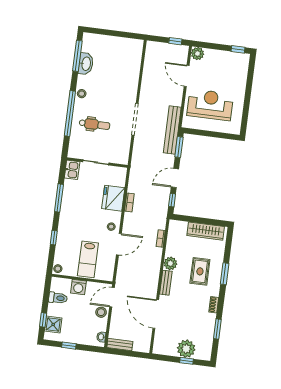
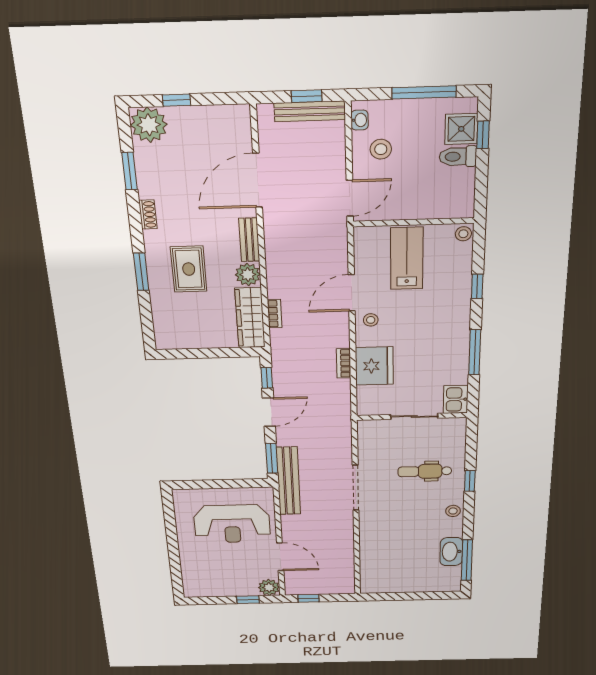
window: (238, 49) -> (248, 600), moved
window: (70, 113) -> (470, 481), width x0.32
wardrobe: (206, 231) -> (250, 318), moved, turned -90
washing machine: (78, 287) -> (419, 207), removed
toilet: (58, 298) -> (458, 157), moved
stool: (101, 312) -> (381, 149), moved
door: (156, 314) -> (258, 180), swing flipped
bench: (120, 344) -> (310, 111), width x1.36
window: (69, 346) -> (424, 92), width x2.17
plant: (186, 349) -> (149, 125), moved
window: (125, 353) -> (307, 96), added

